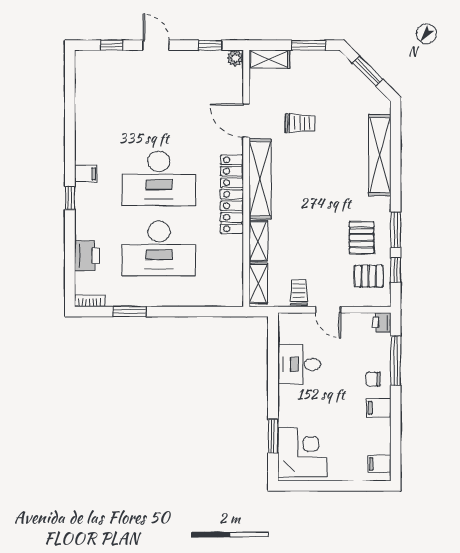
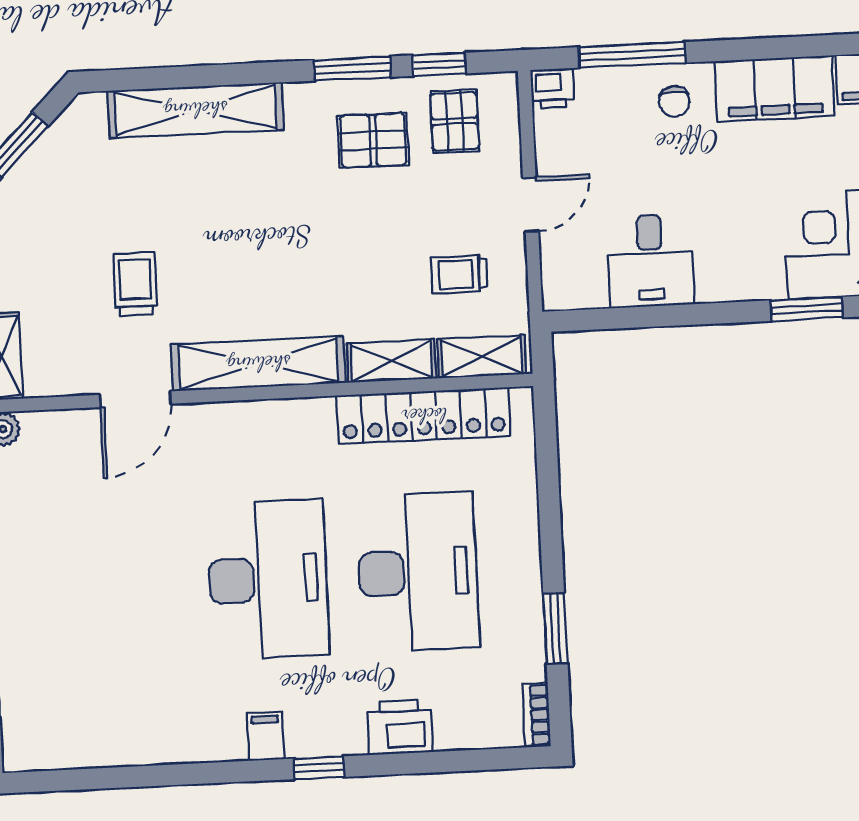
locker: (232, 194) -> (424, 416), moved
printer: (87, 256) -> (400, 727), moved
trolley: (299, 292) -> (459, 274), moved
filing cabinet: (379, 408) -> (775, 89), width x3.00, depth x1.17

